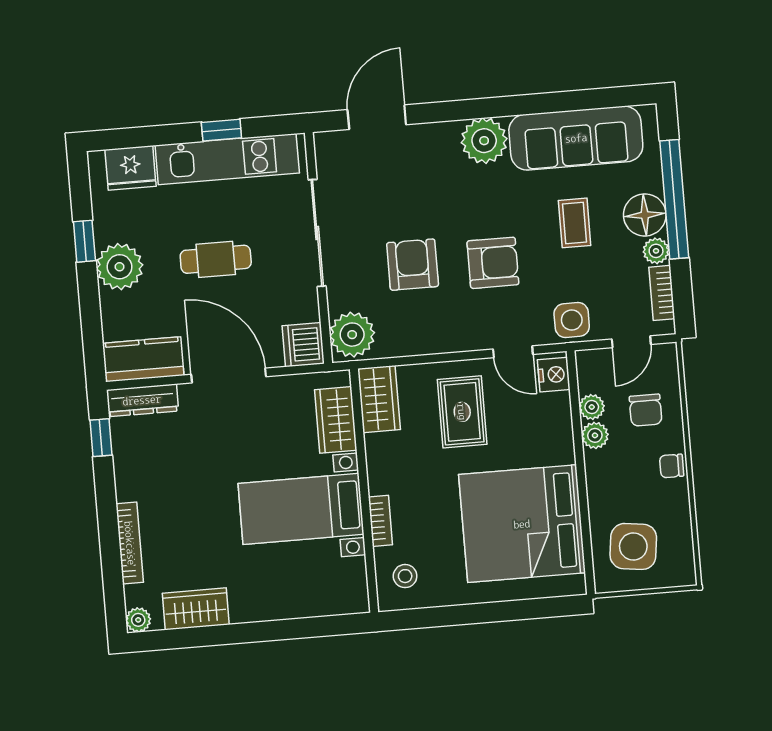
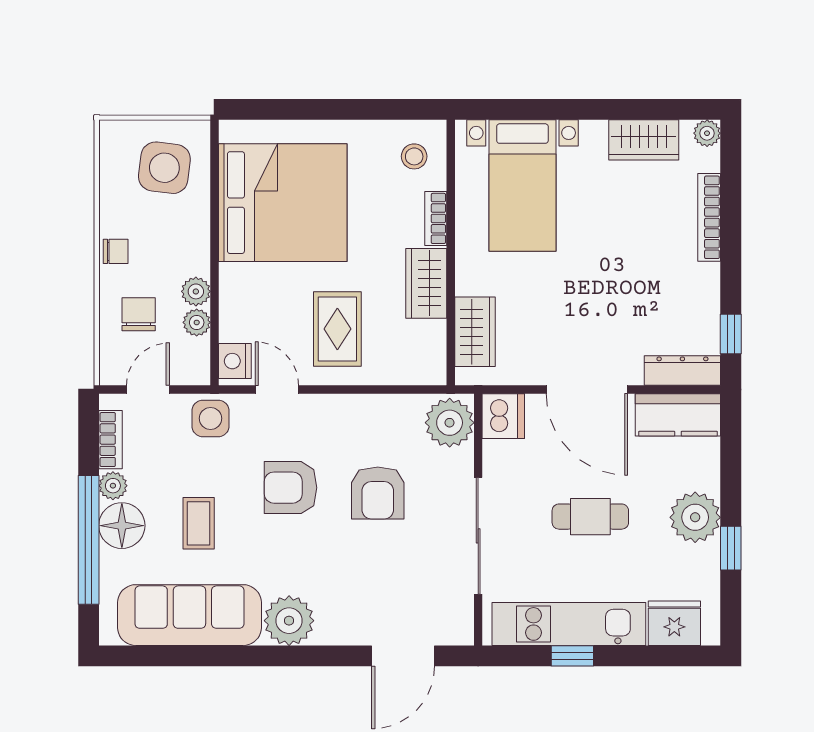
wardrobe: (379, 399) -> (426, 283), moved
bed with nightstands: (301, 509) -> (522, 186), moved, turned 90

